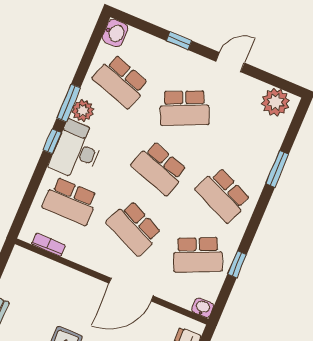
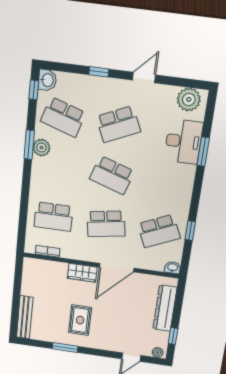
window: (52, 141) -> (34, 90), moved
desk: (77, 150) -> (183, 142), moved, turned 180
school desk: (223, 195) -> (166, 182), removed
school desk: (134, 228) -> (106, 224), turned -33
wardrobe: (85, 285) -> (82, 273), added

